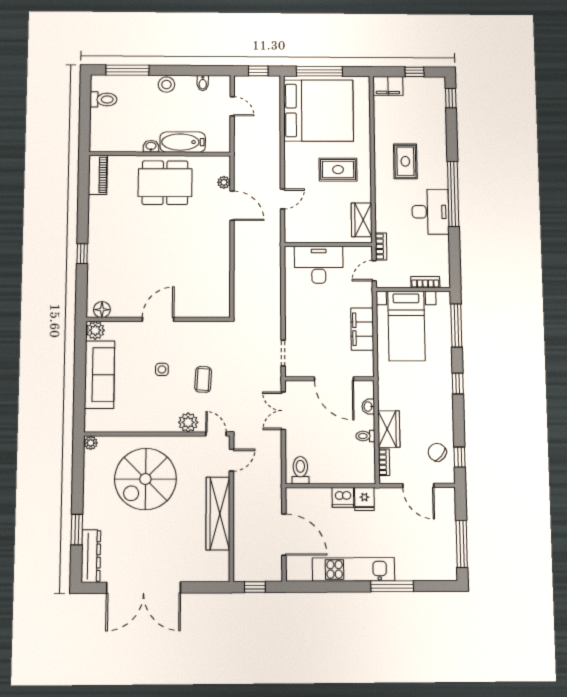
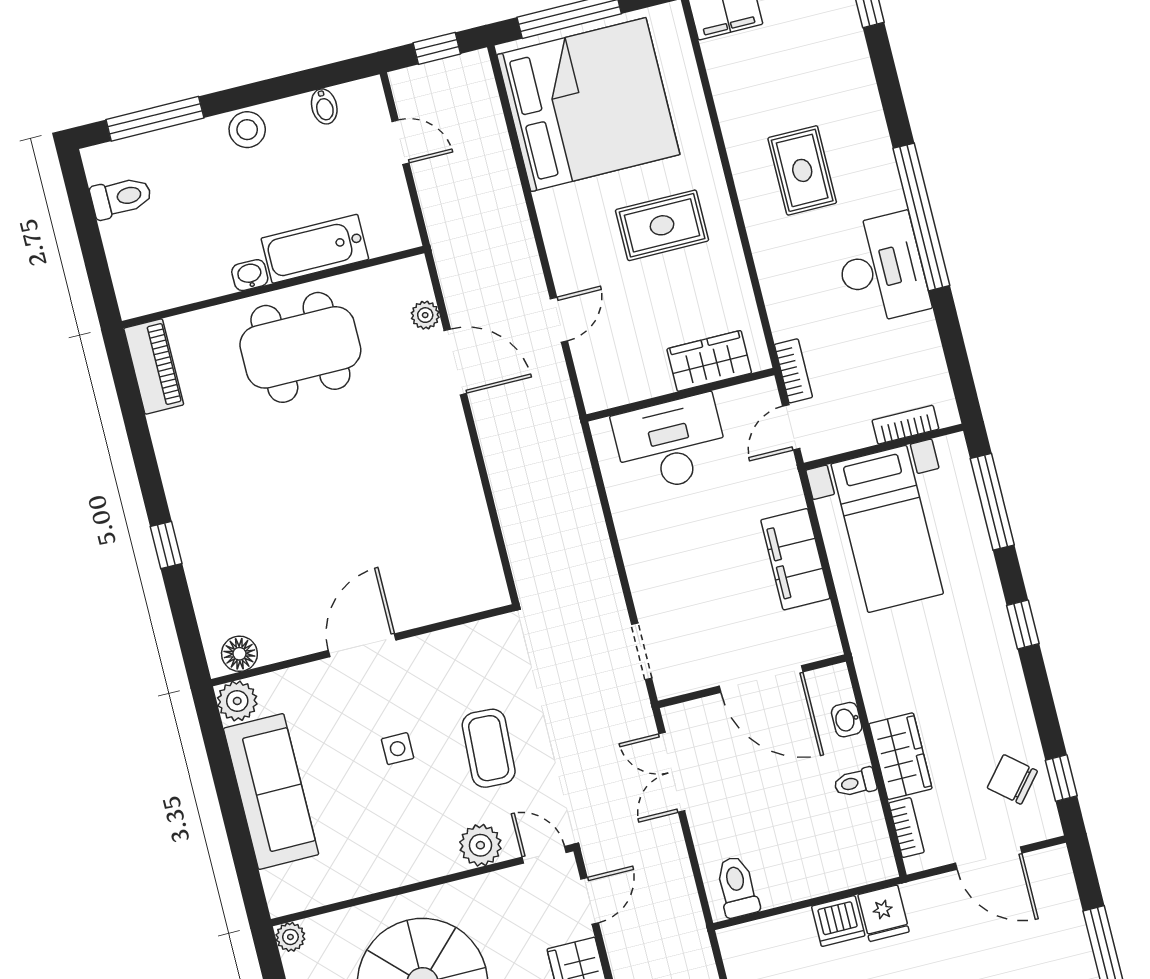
wardrobe: (362, 220) -> (709, 361), moved, turned 90
coffee table: (203, 379) -> (489, 748), width x1.36, depth x1.30

